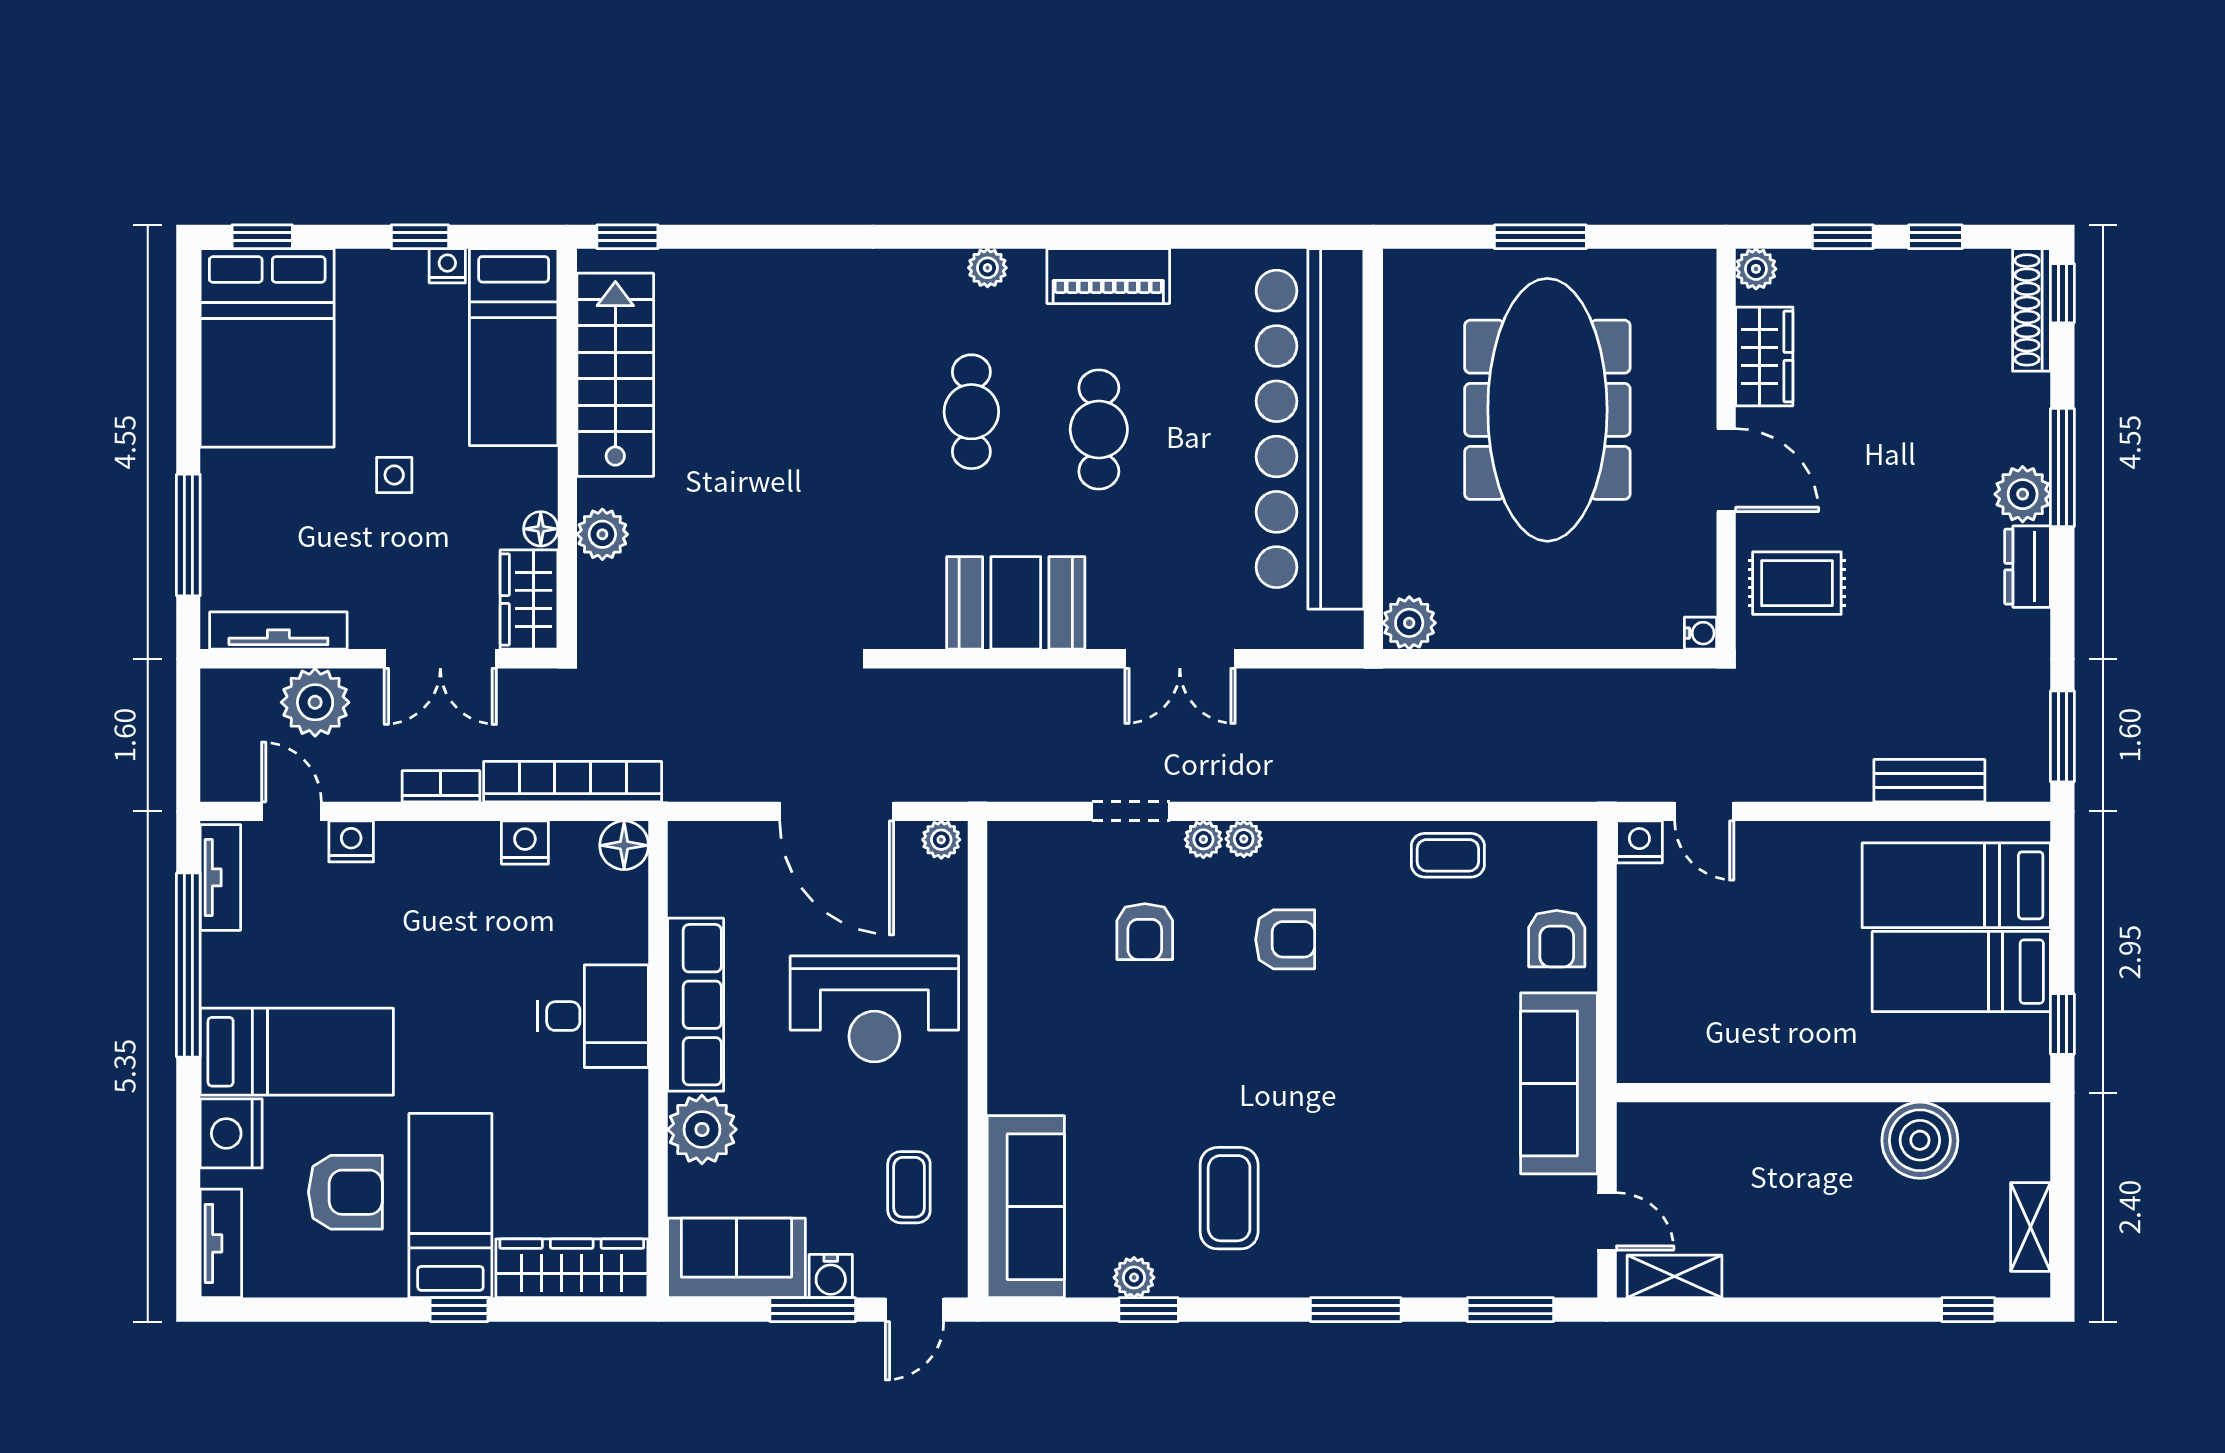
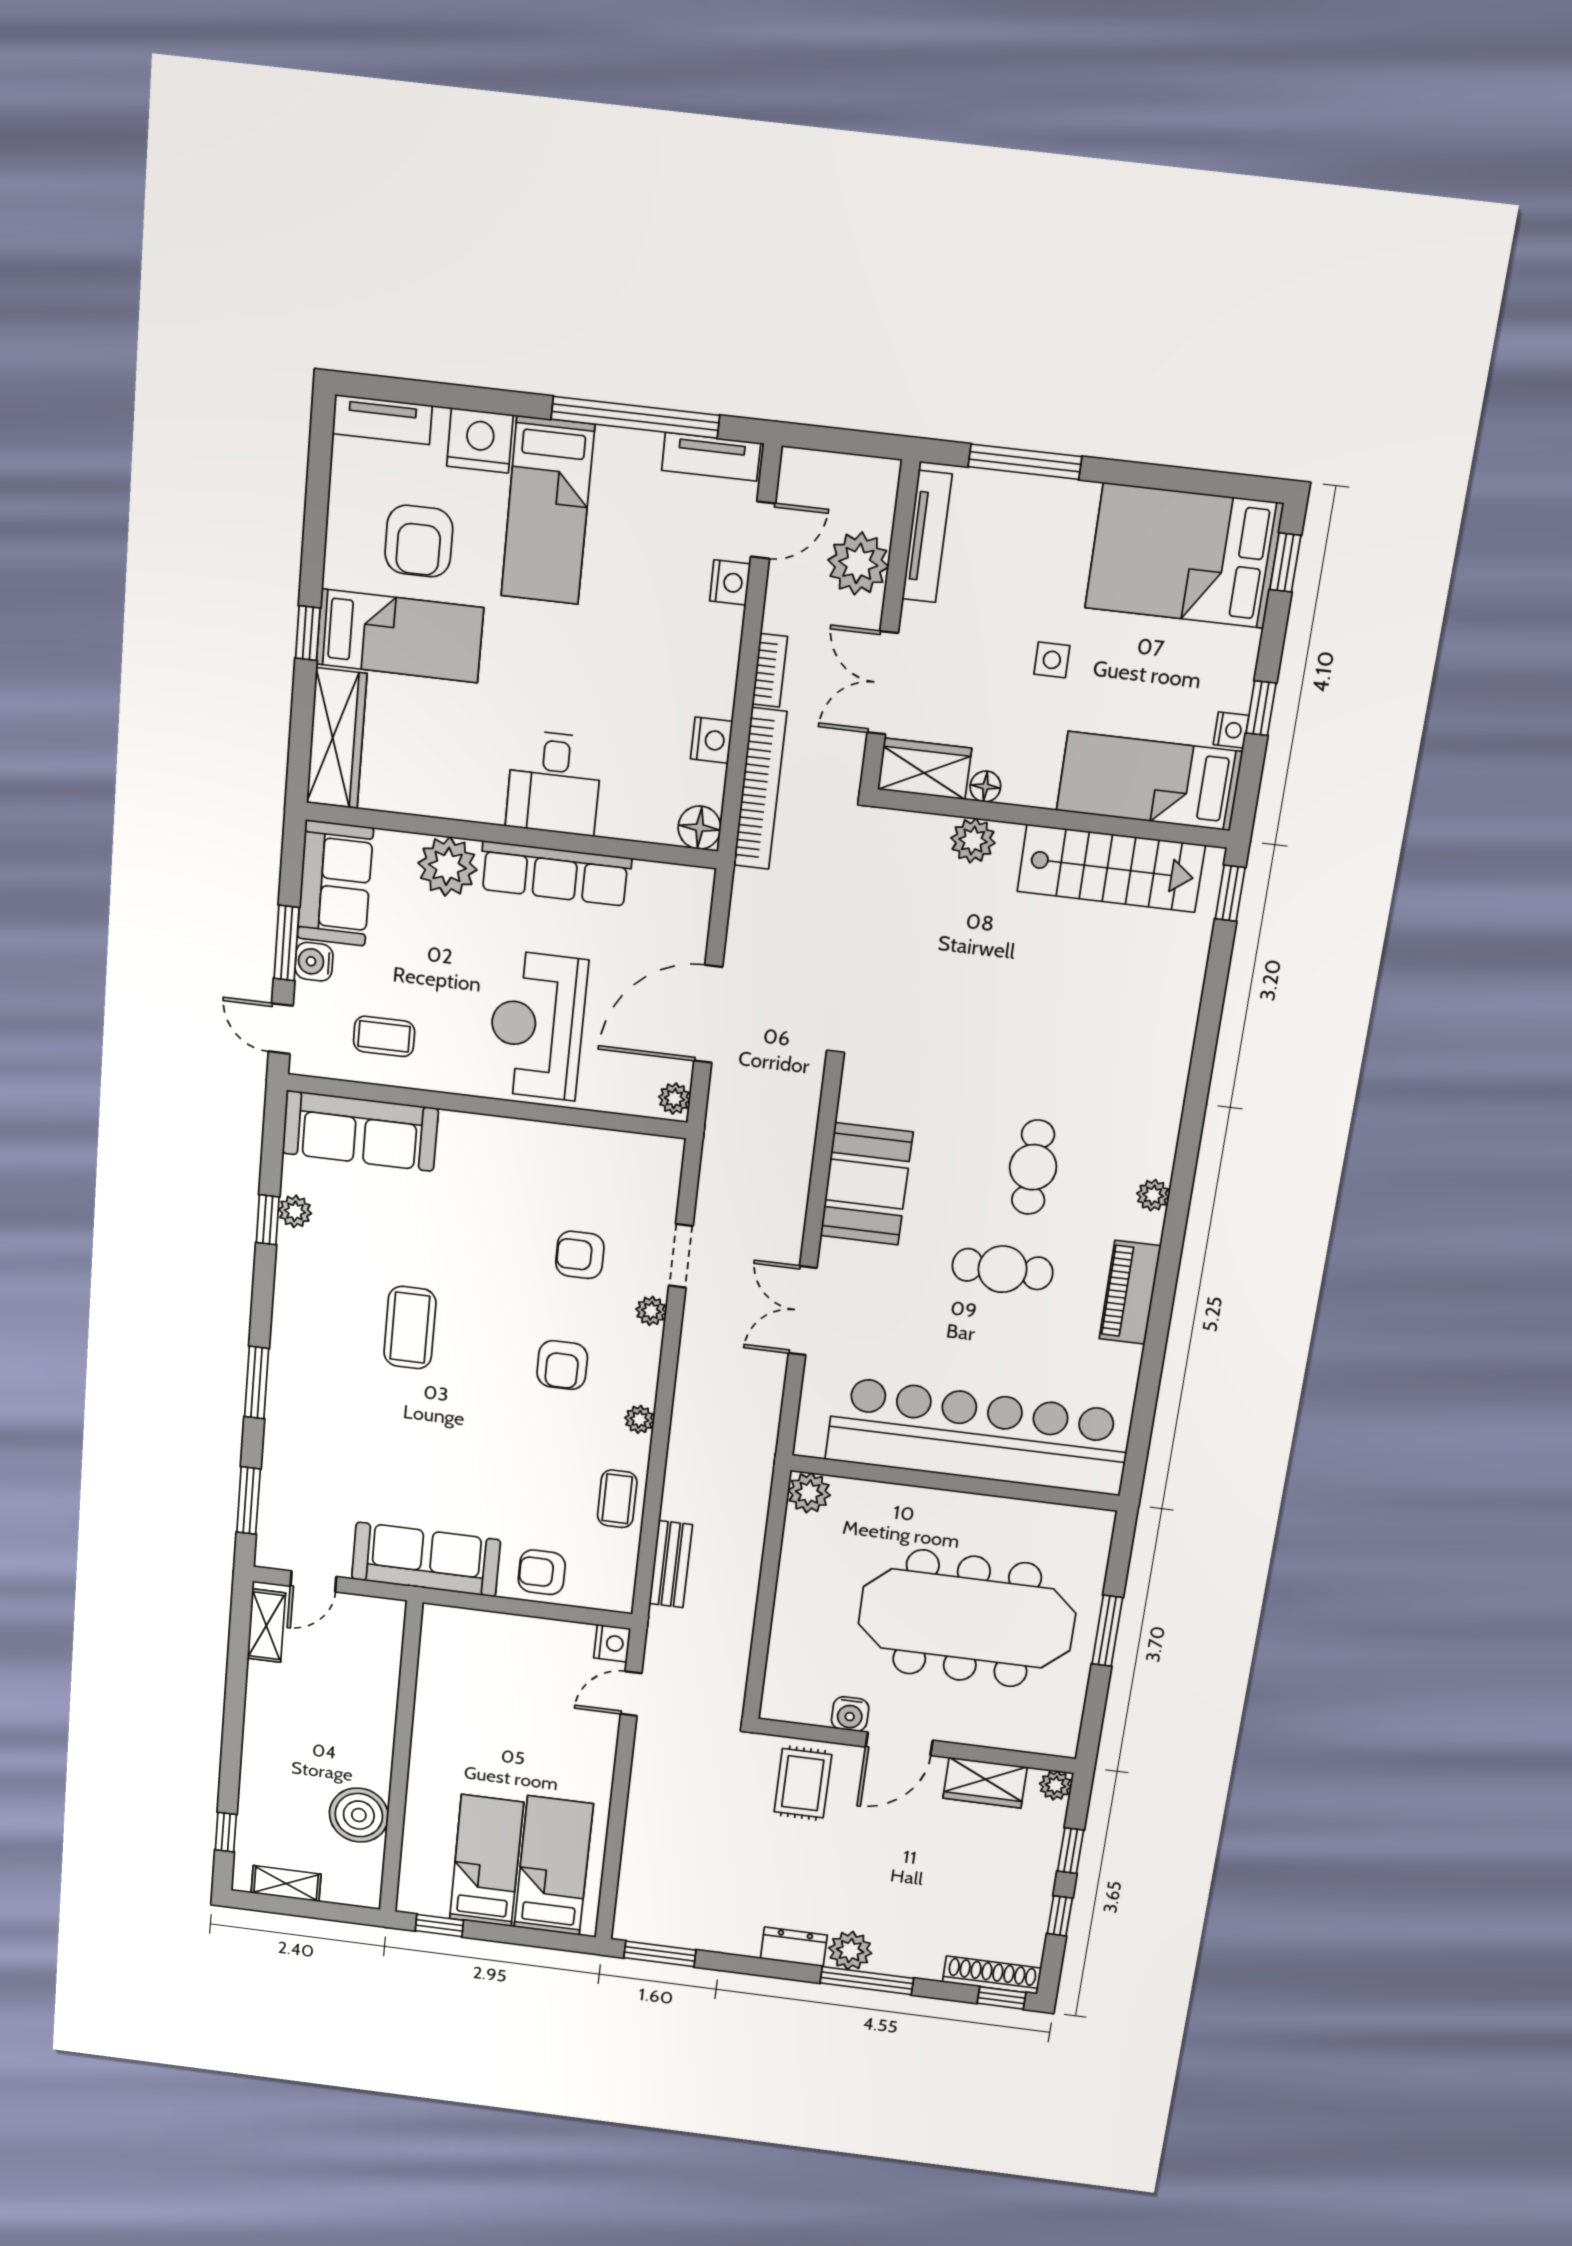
cafe table: (971, 412) -> (1033, 1167), turned 90
water cooler: (1701, 633) -> (850, 1714), moved, width x1.38, depth x1.38
bench: (1929, 781) -> (671, 1564), moved
plant: (1244, 839) -> (639, 1419), moved
coffee table: (1229, 1198) -> (410, 1328), moved, turned 90

